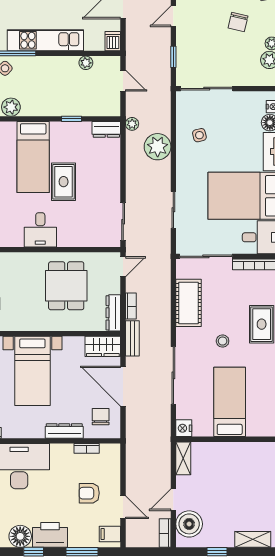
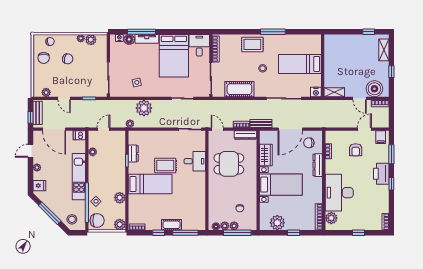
dresser: (106, 129) -> (133, 153), moved
desk: (40, 230) -> (195, 161), moved
wardrobe: (103, 346) -> (266, 155), moved
floor lamp: (20, 536) -> (382, 192), removed

